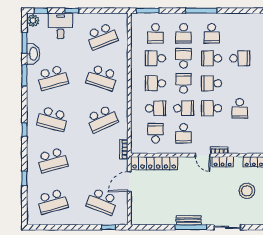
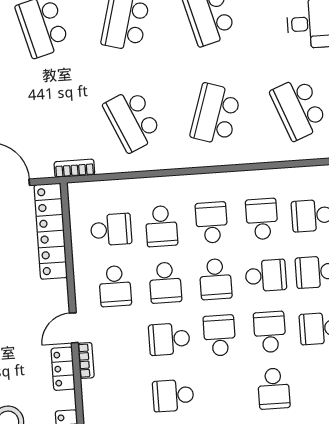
school desk: (184, 83) -> (216, 279), turned 90
school desk: (212, 108) -> (169, 339), turned -90
school desk: (184, 133) -> (115, 286), turned -90

